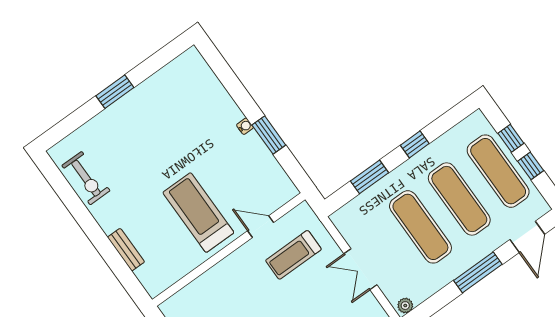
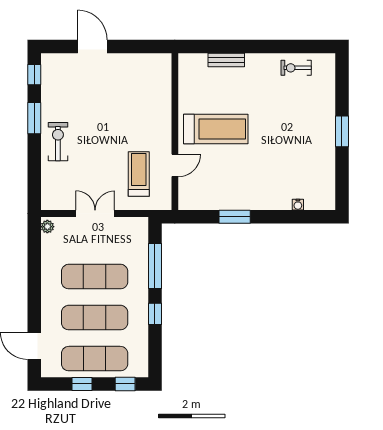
water cooler: (245, 126) -> (298, 205), moved
window: (511, 138) -> (125, 384), moved
window: (369, 177) -> (155, 266), width x1.44
exercise bike: (86, 178) -> (296, 68), width x0.73, depth x0.72
window: (478, 272) -> (34, 294), removed

